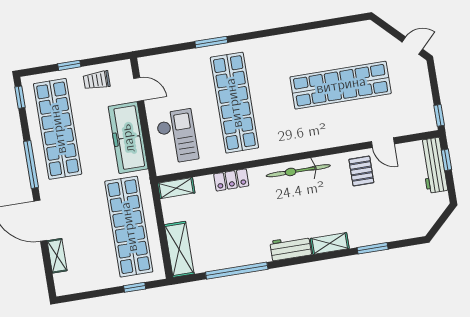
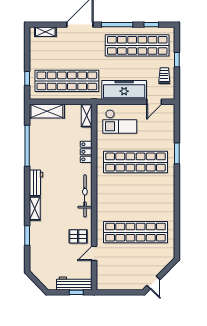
shop shelf: (341, 85) -> (135, 232), turned 90
window: (20, 97) -> (151, 25), moved
window: (439, 115) -> (106, 292), removed
shelving: (57, 256) -> (45, 32), moved

